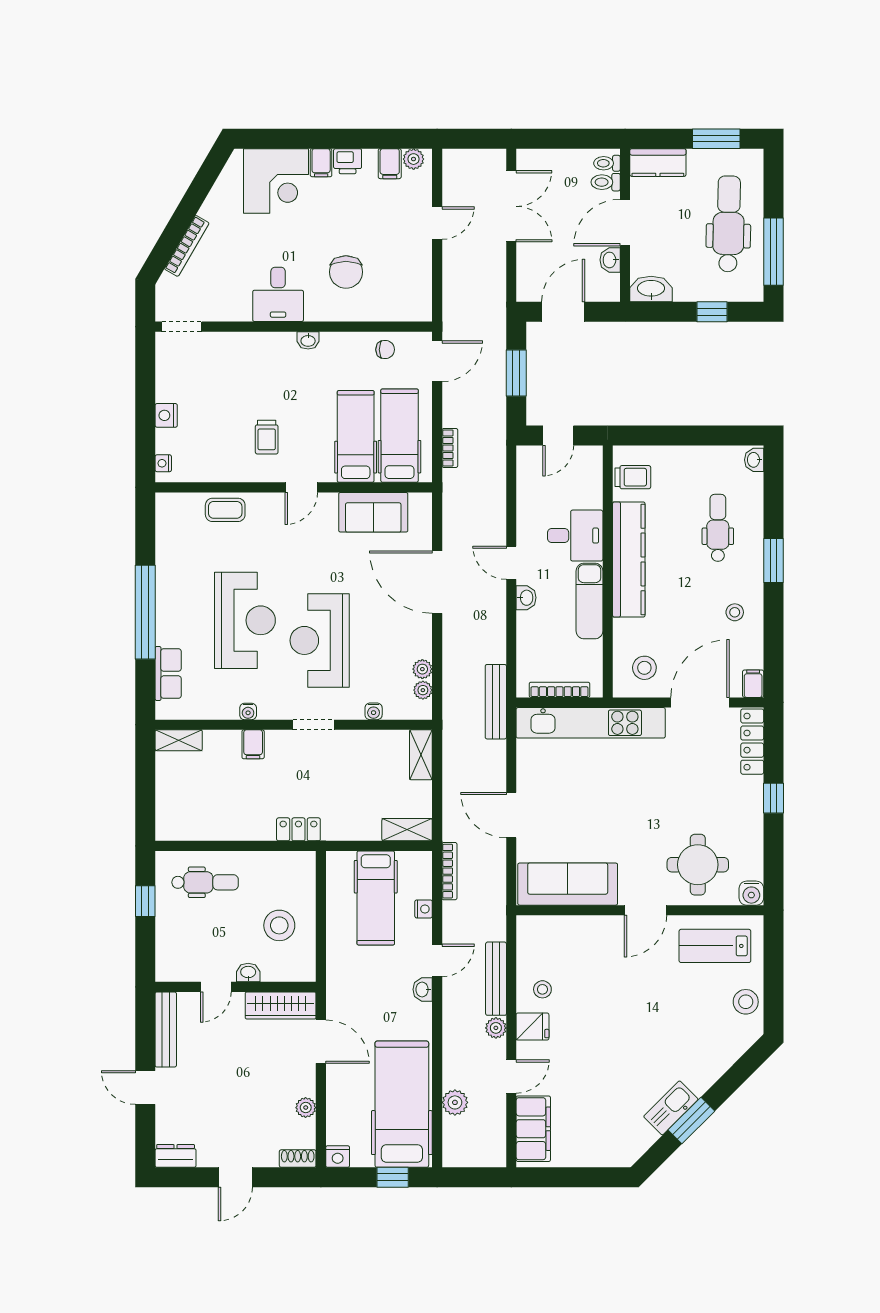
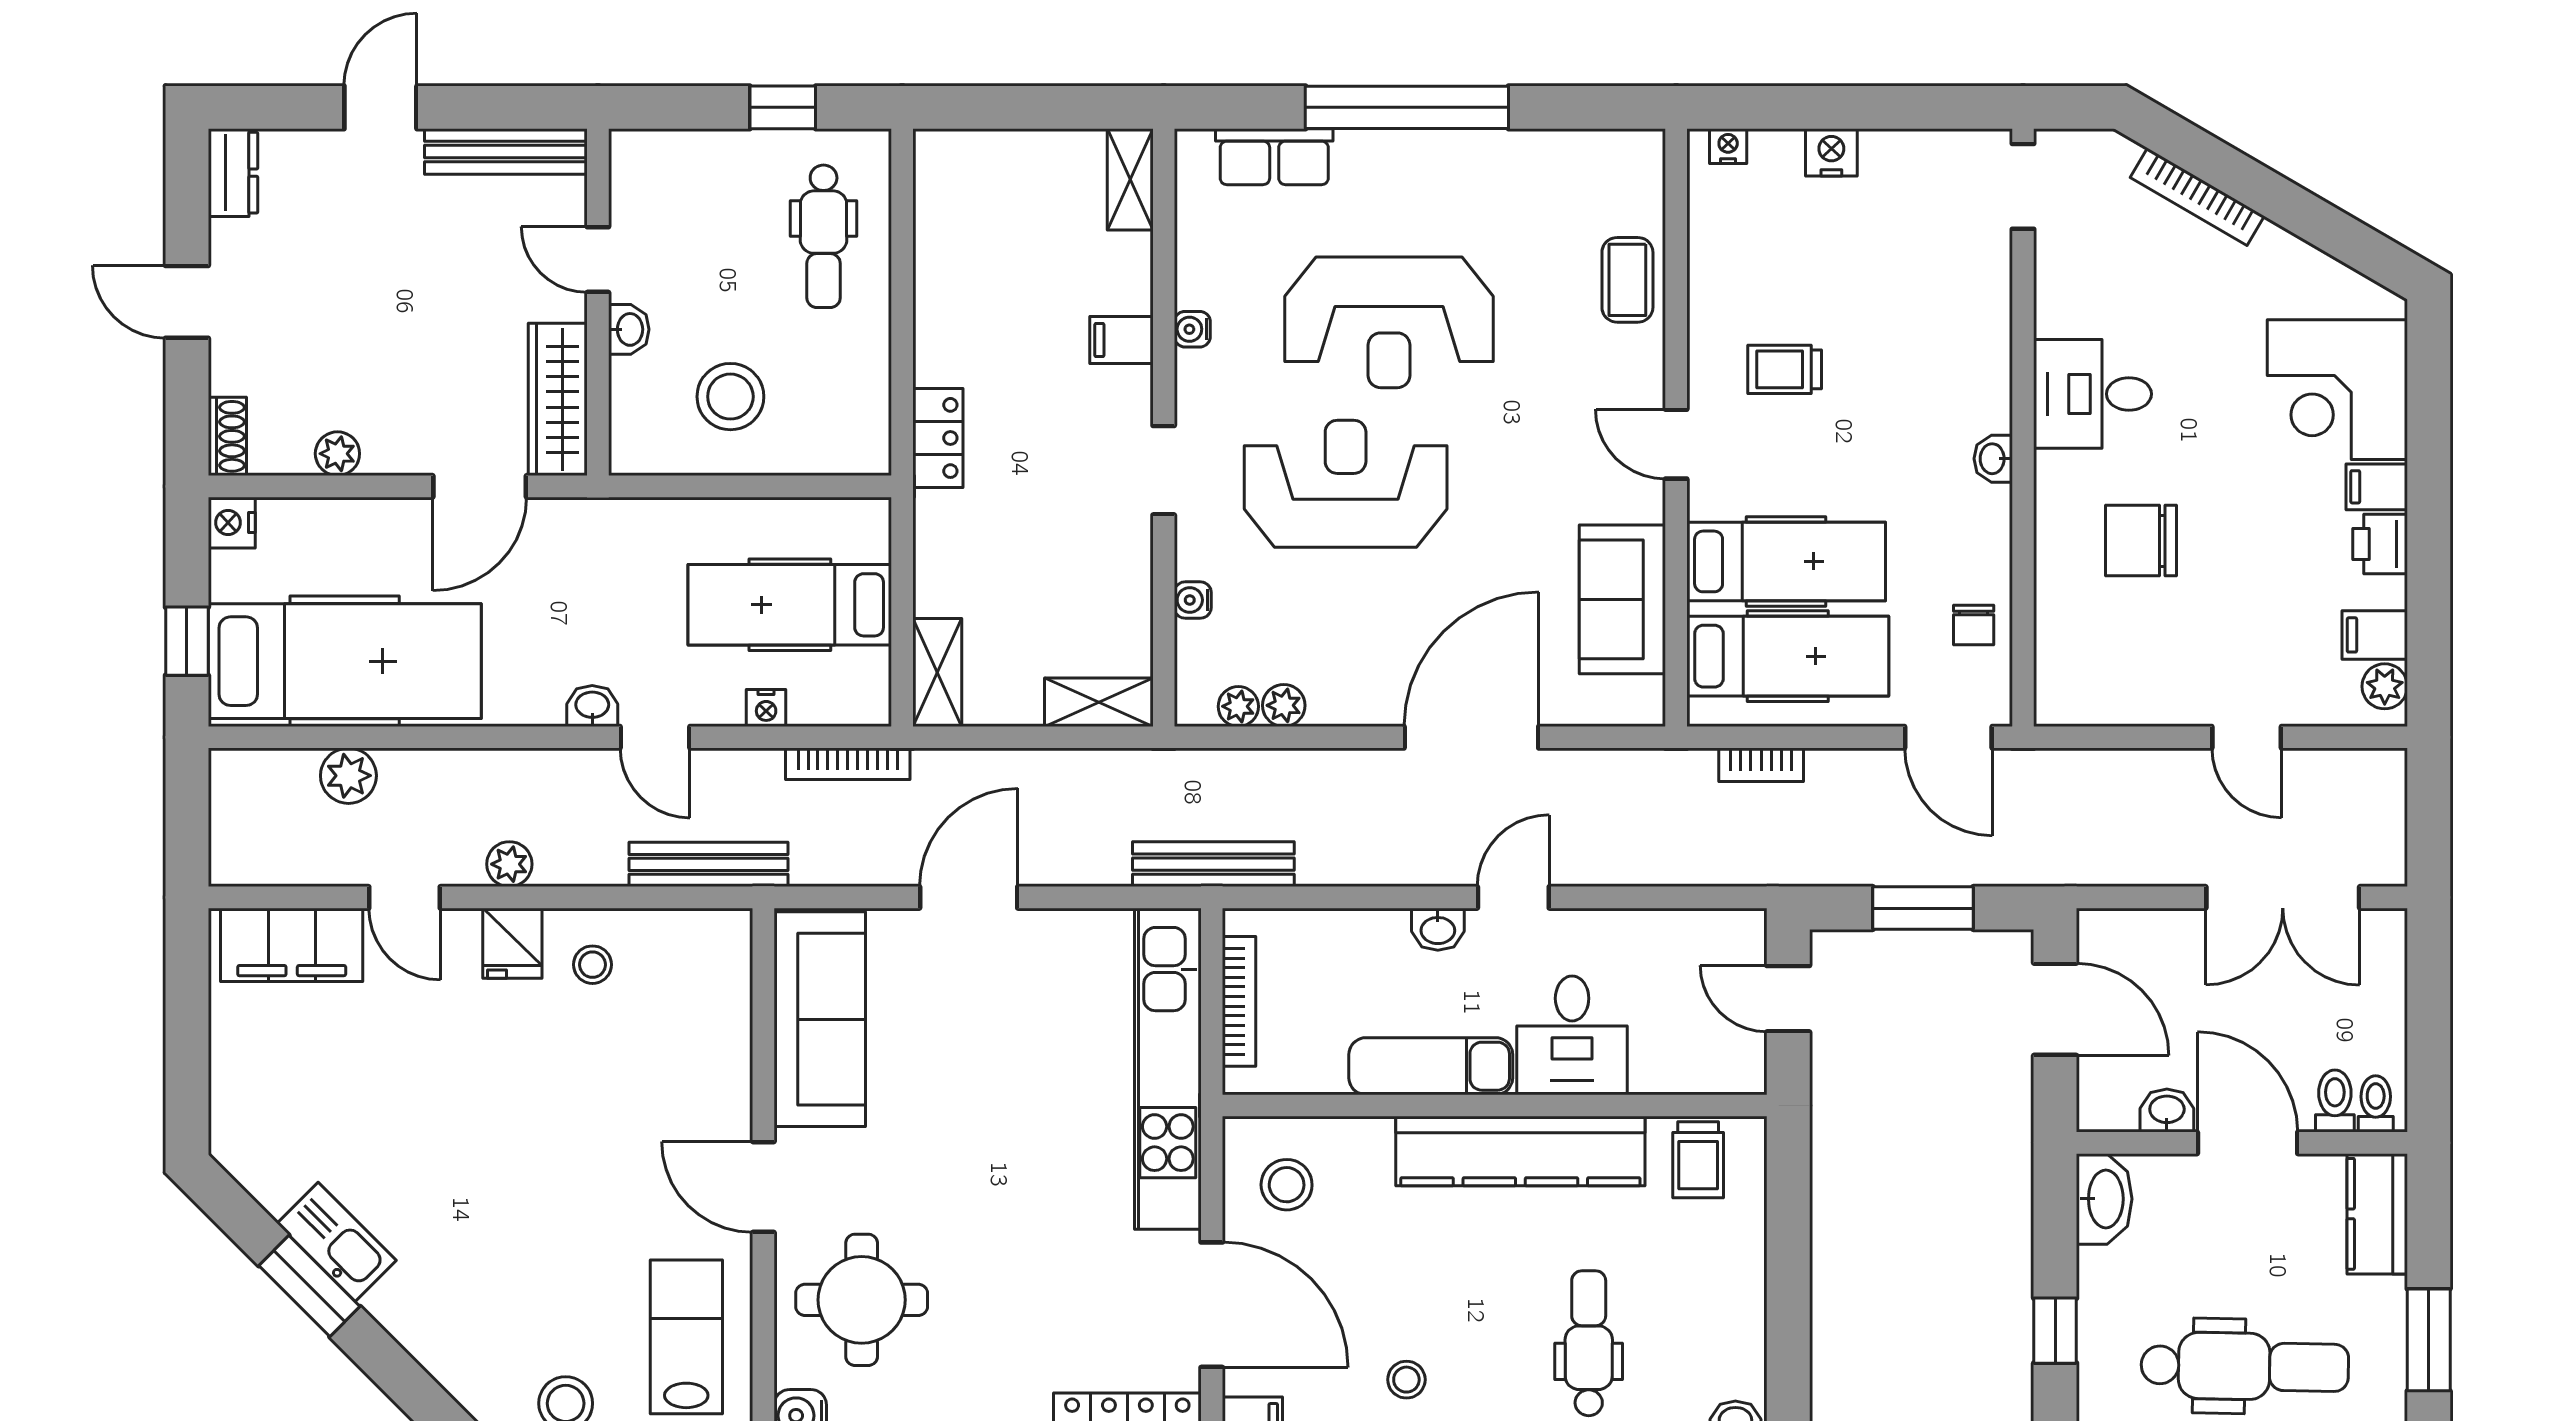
dental chair: (718, 528) -> (1589, 1343), turned -90
bench: (496, 979) -> (708, 864), moved

